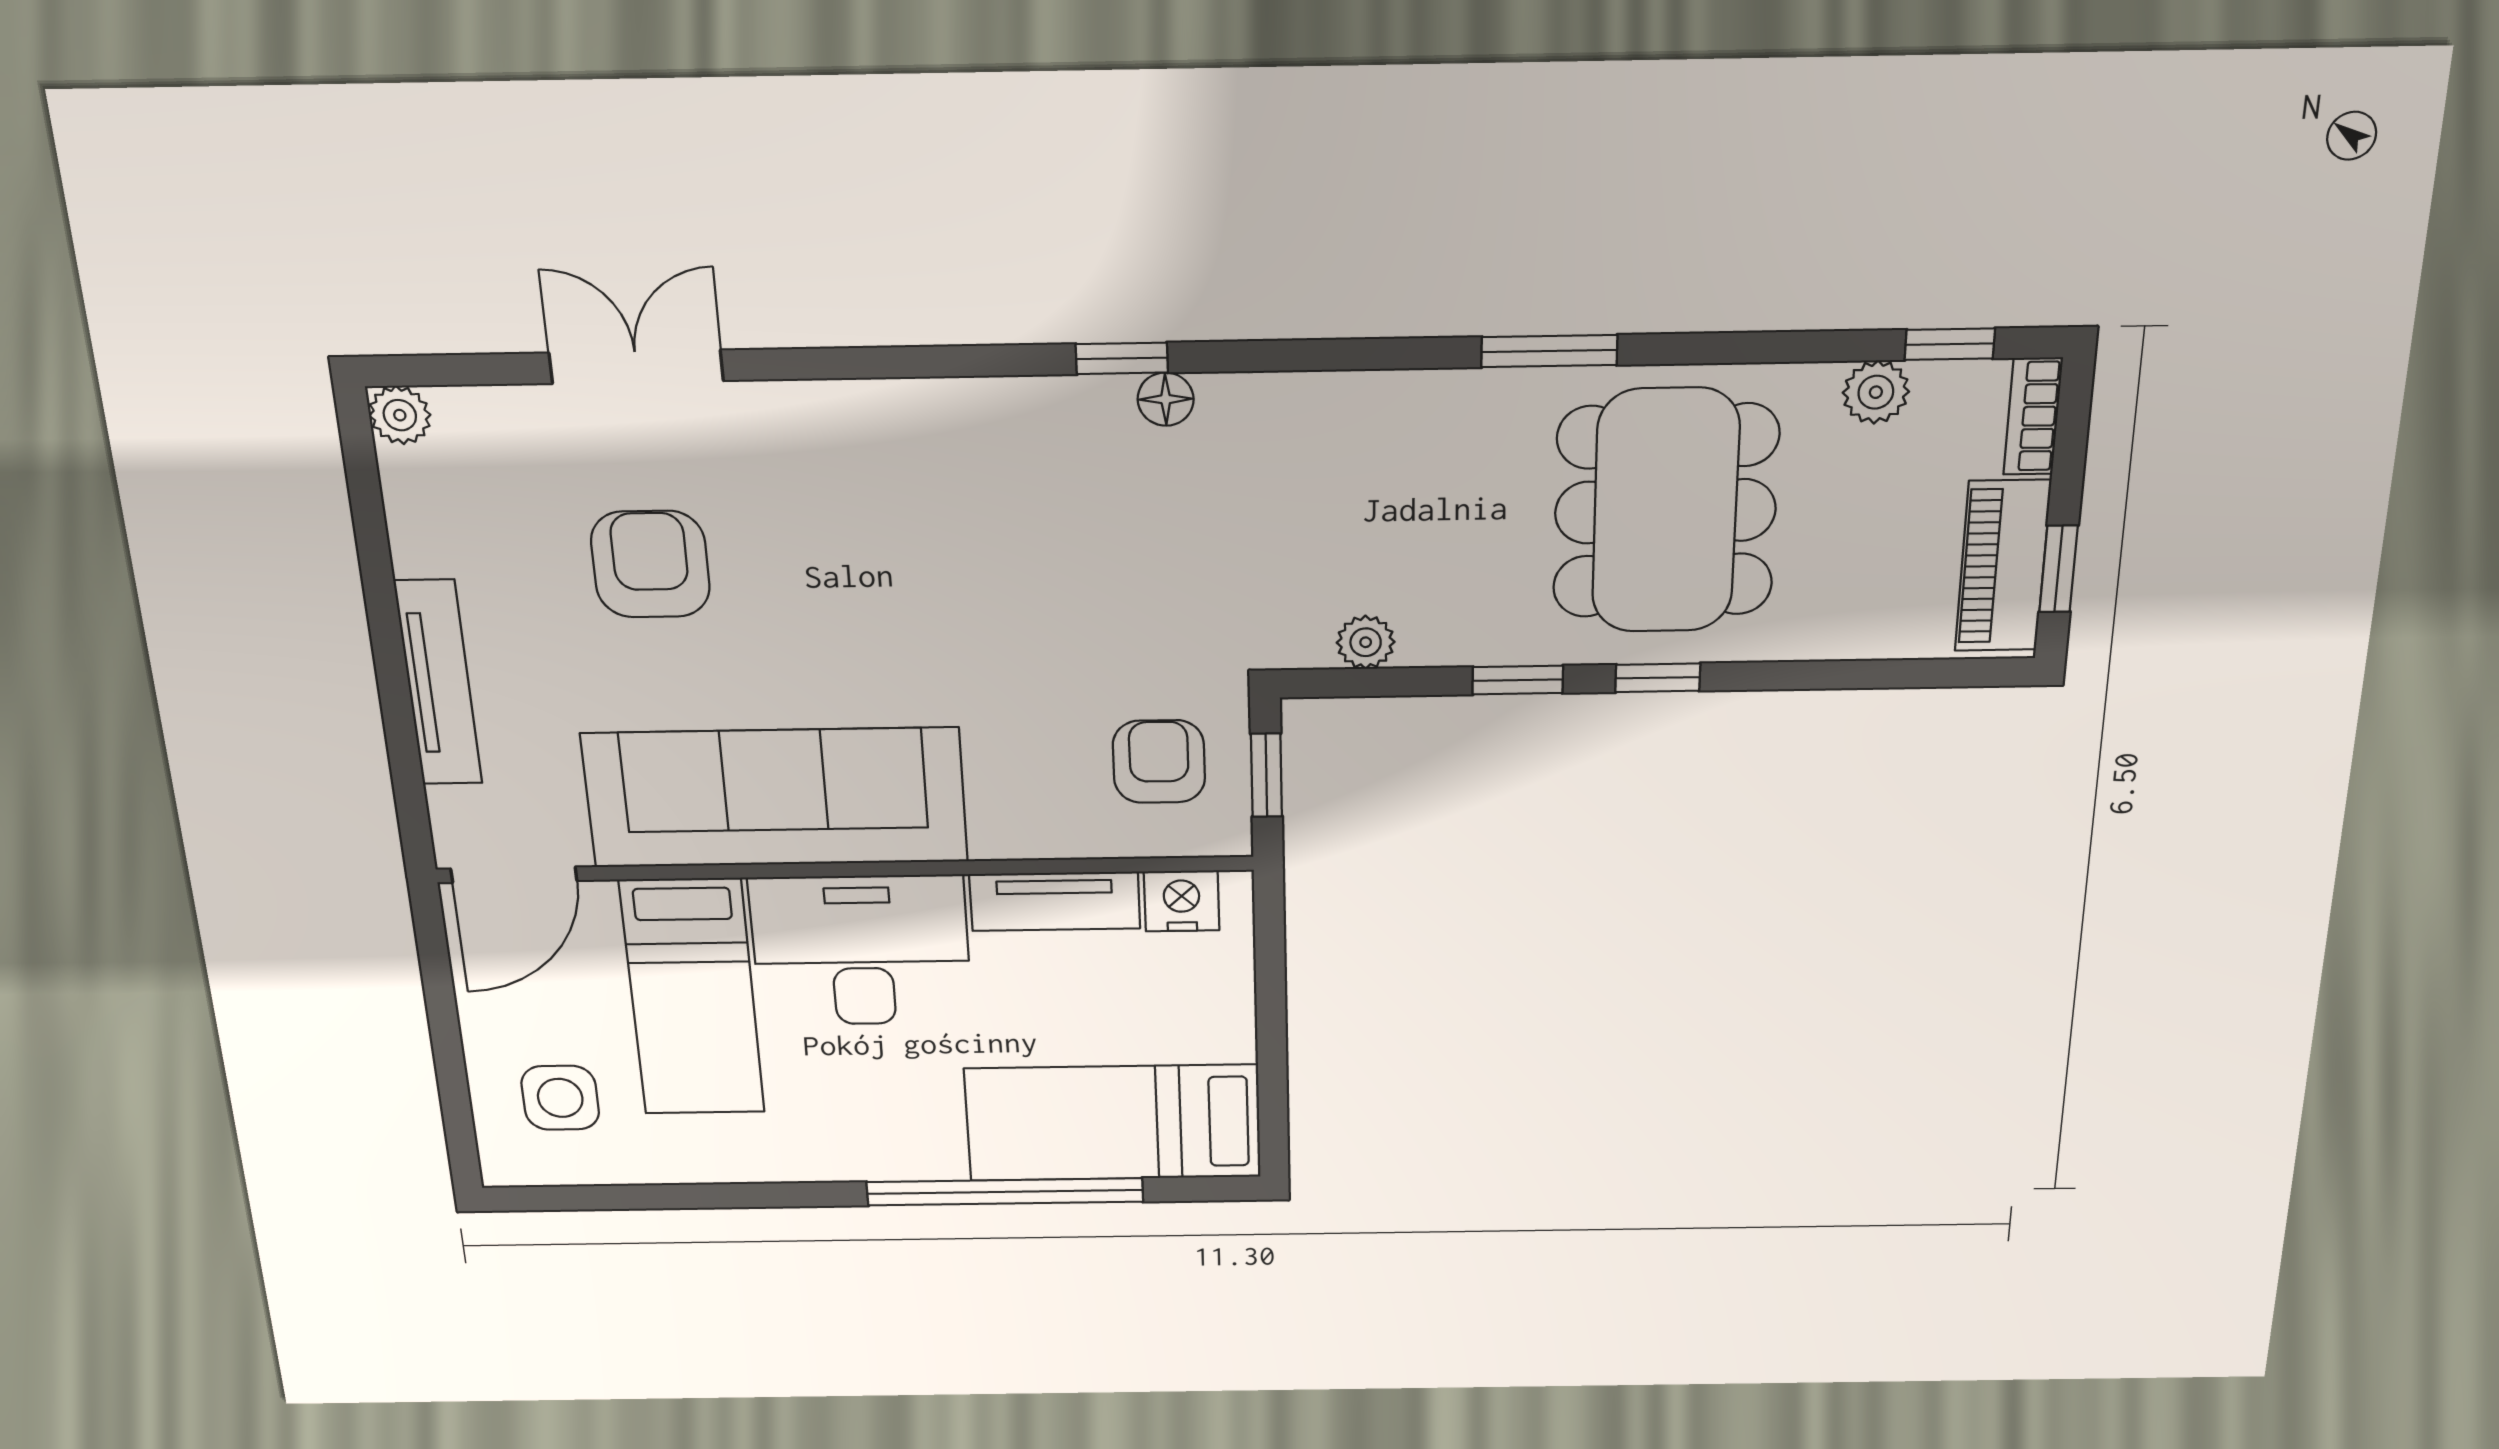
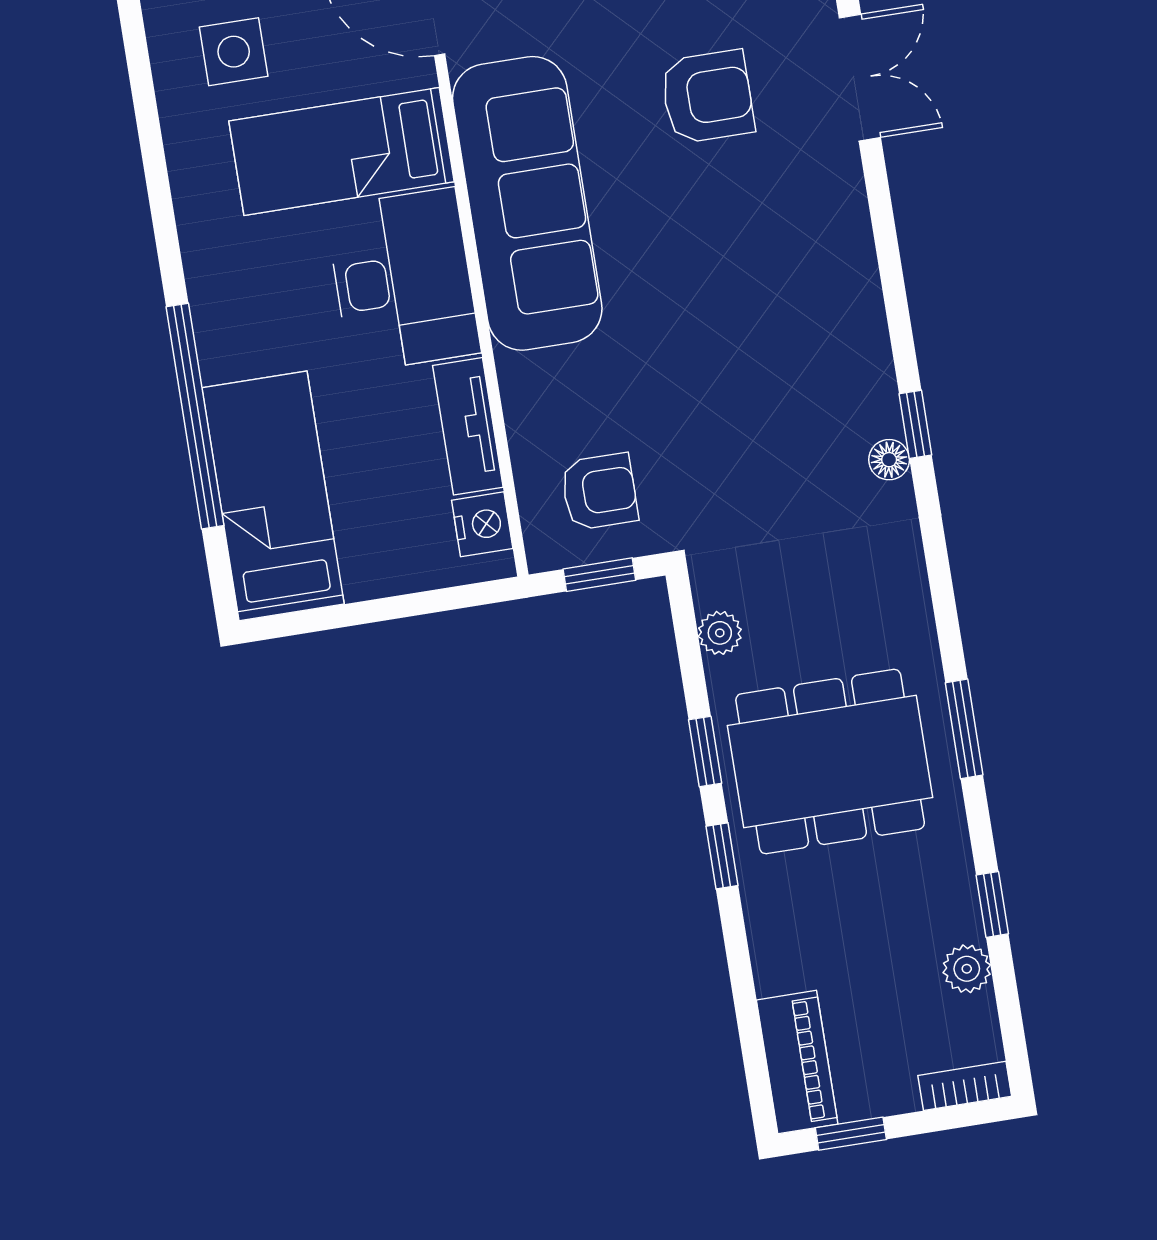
window: (1950, 344) -> (992, 904), moved
dining table: (1665, 511) -> (830, 762), moved
piano: (2003, 566) -> (797, 1062), moved, turned 90

